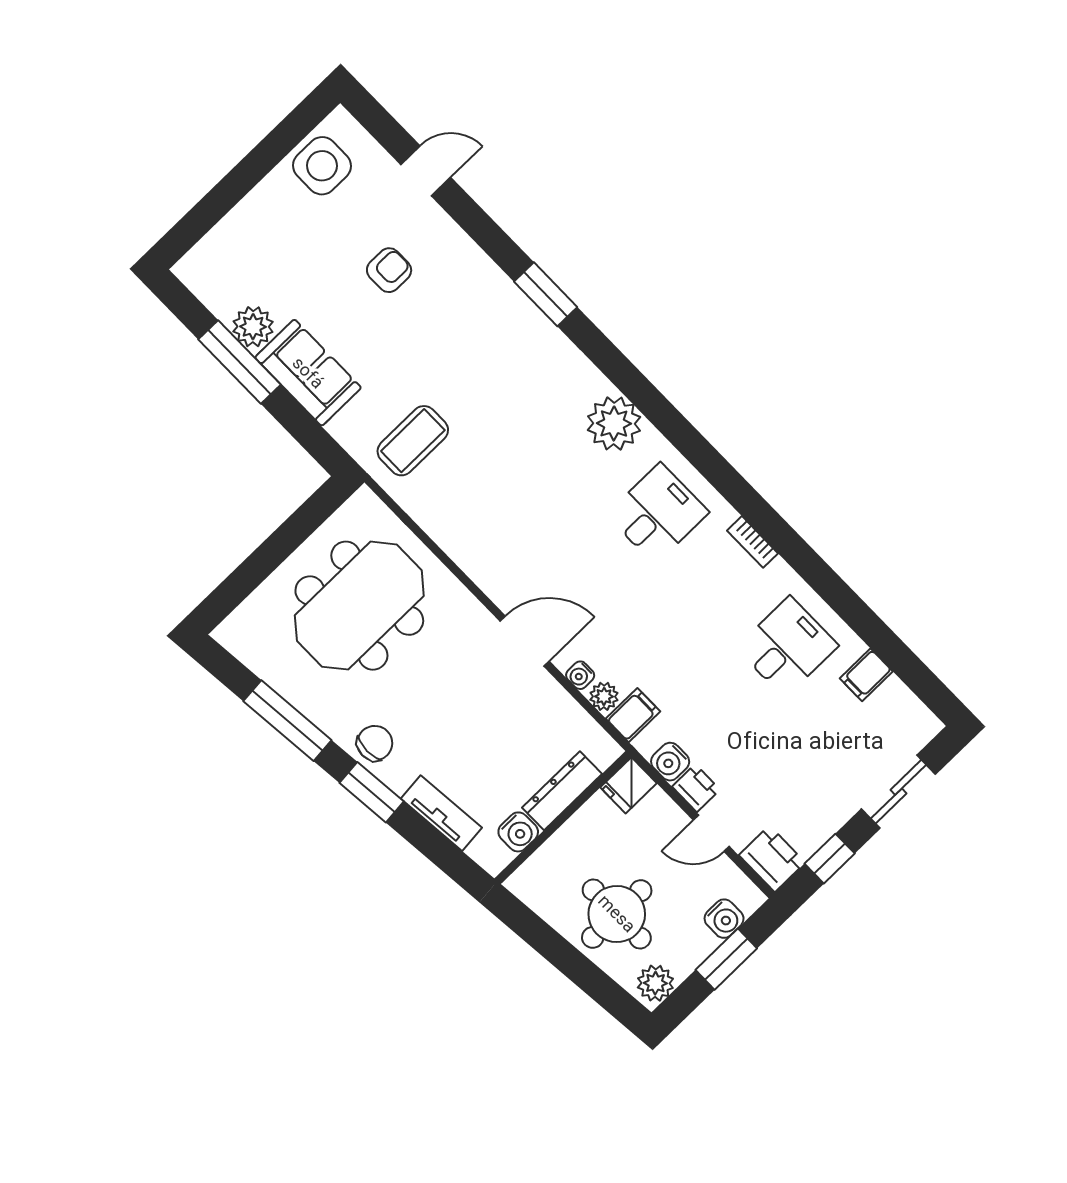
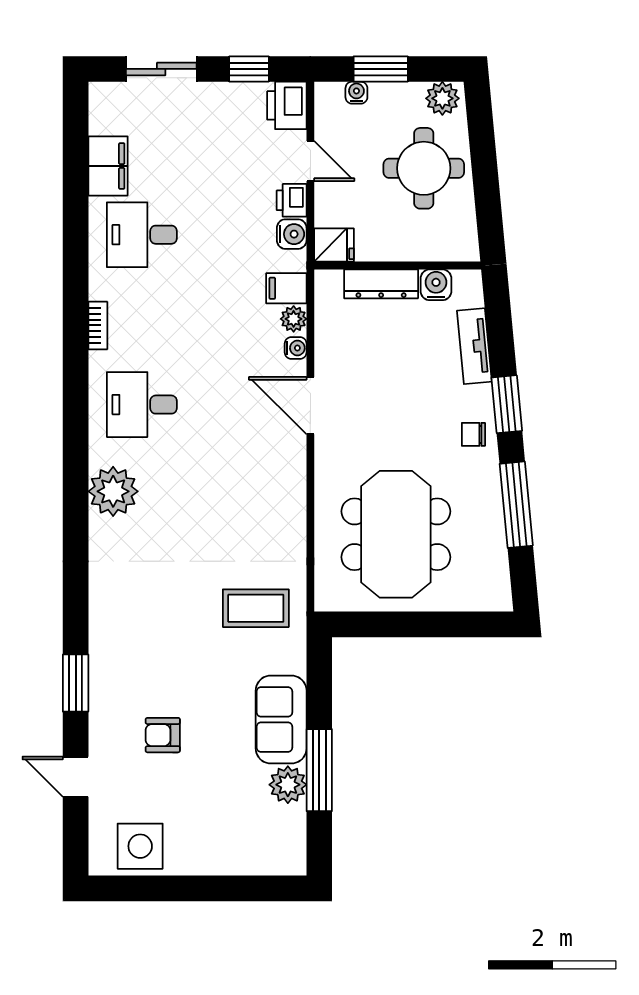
window: (546, 294) -> (76, 683), moved
meeting table: (359, 606) -> (396, 534), turned 90
filing cabinet: (866, 675) -> (108, 166), width x2.00
chair: (375, 743) -> (473, 434), width x0.73, depth x0.73
water cooler: (724, 919) -> (356, 93), width x0.72, depth x0.72

